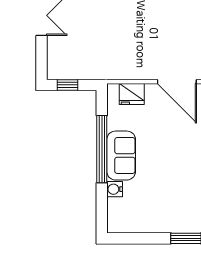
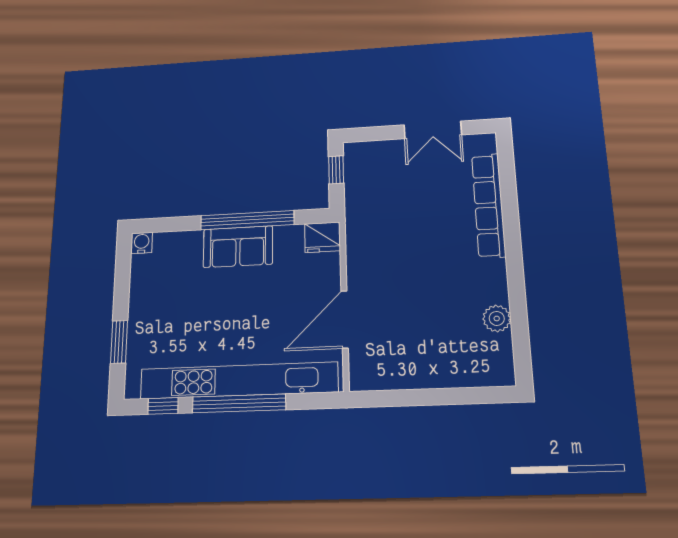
fridge: (132, 94) -> (322, 237), moved, turned -90
water cooler: (115, 189) -> (142, 243), moved

